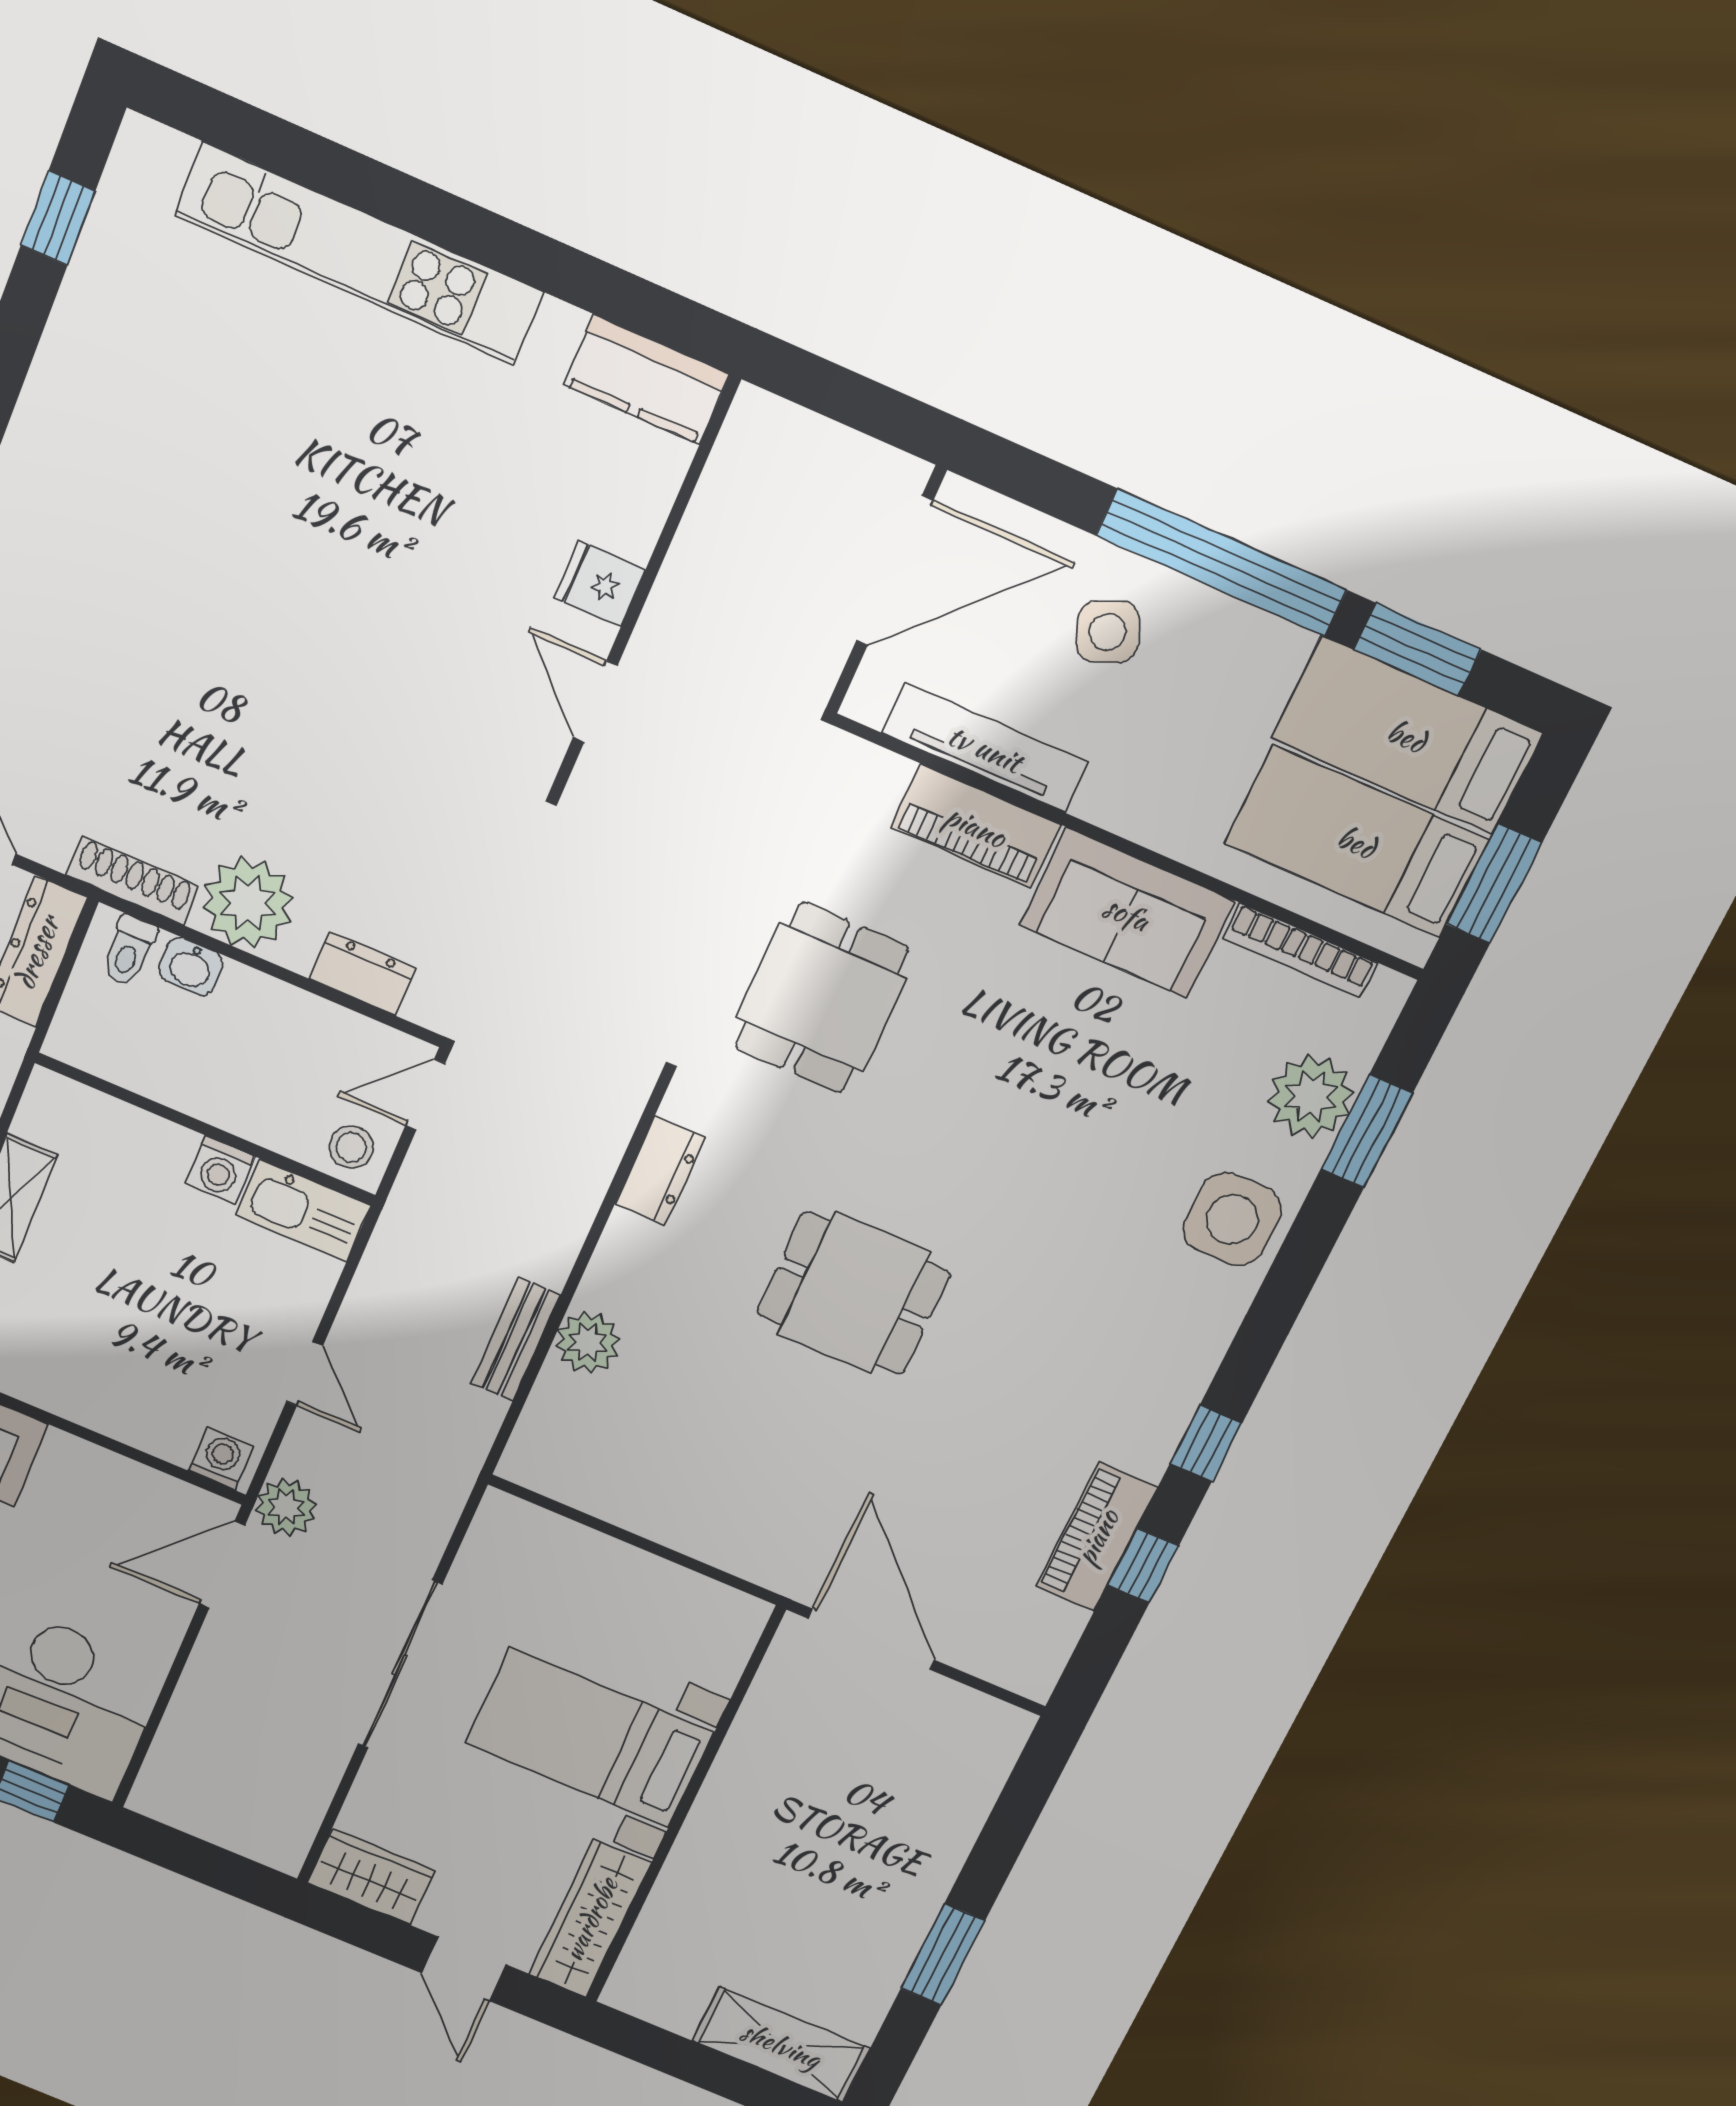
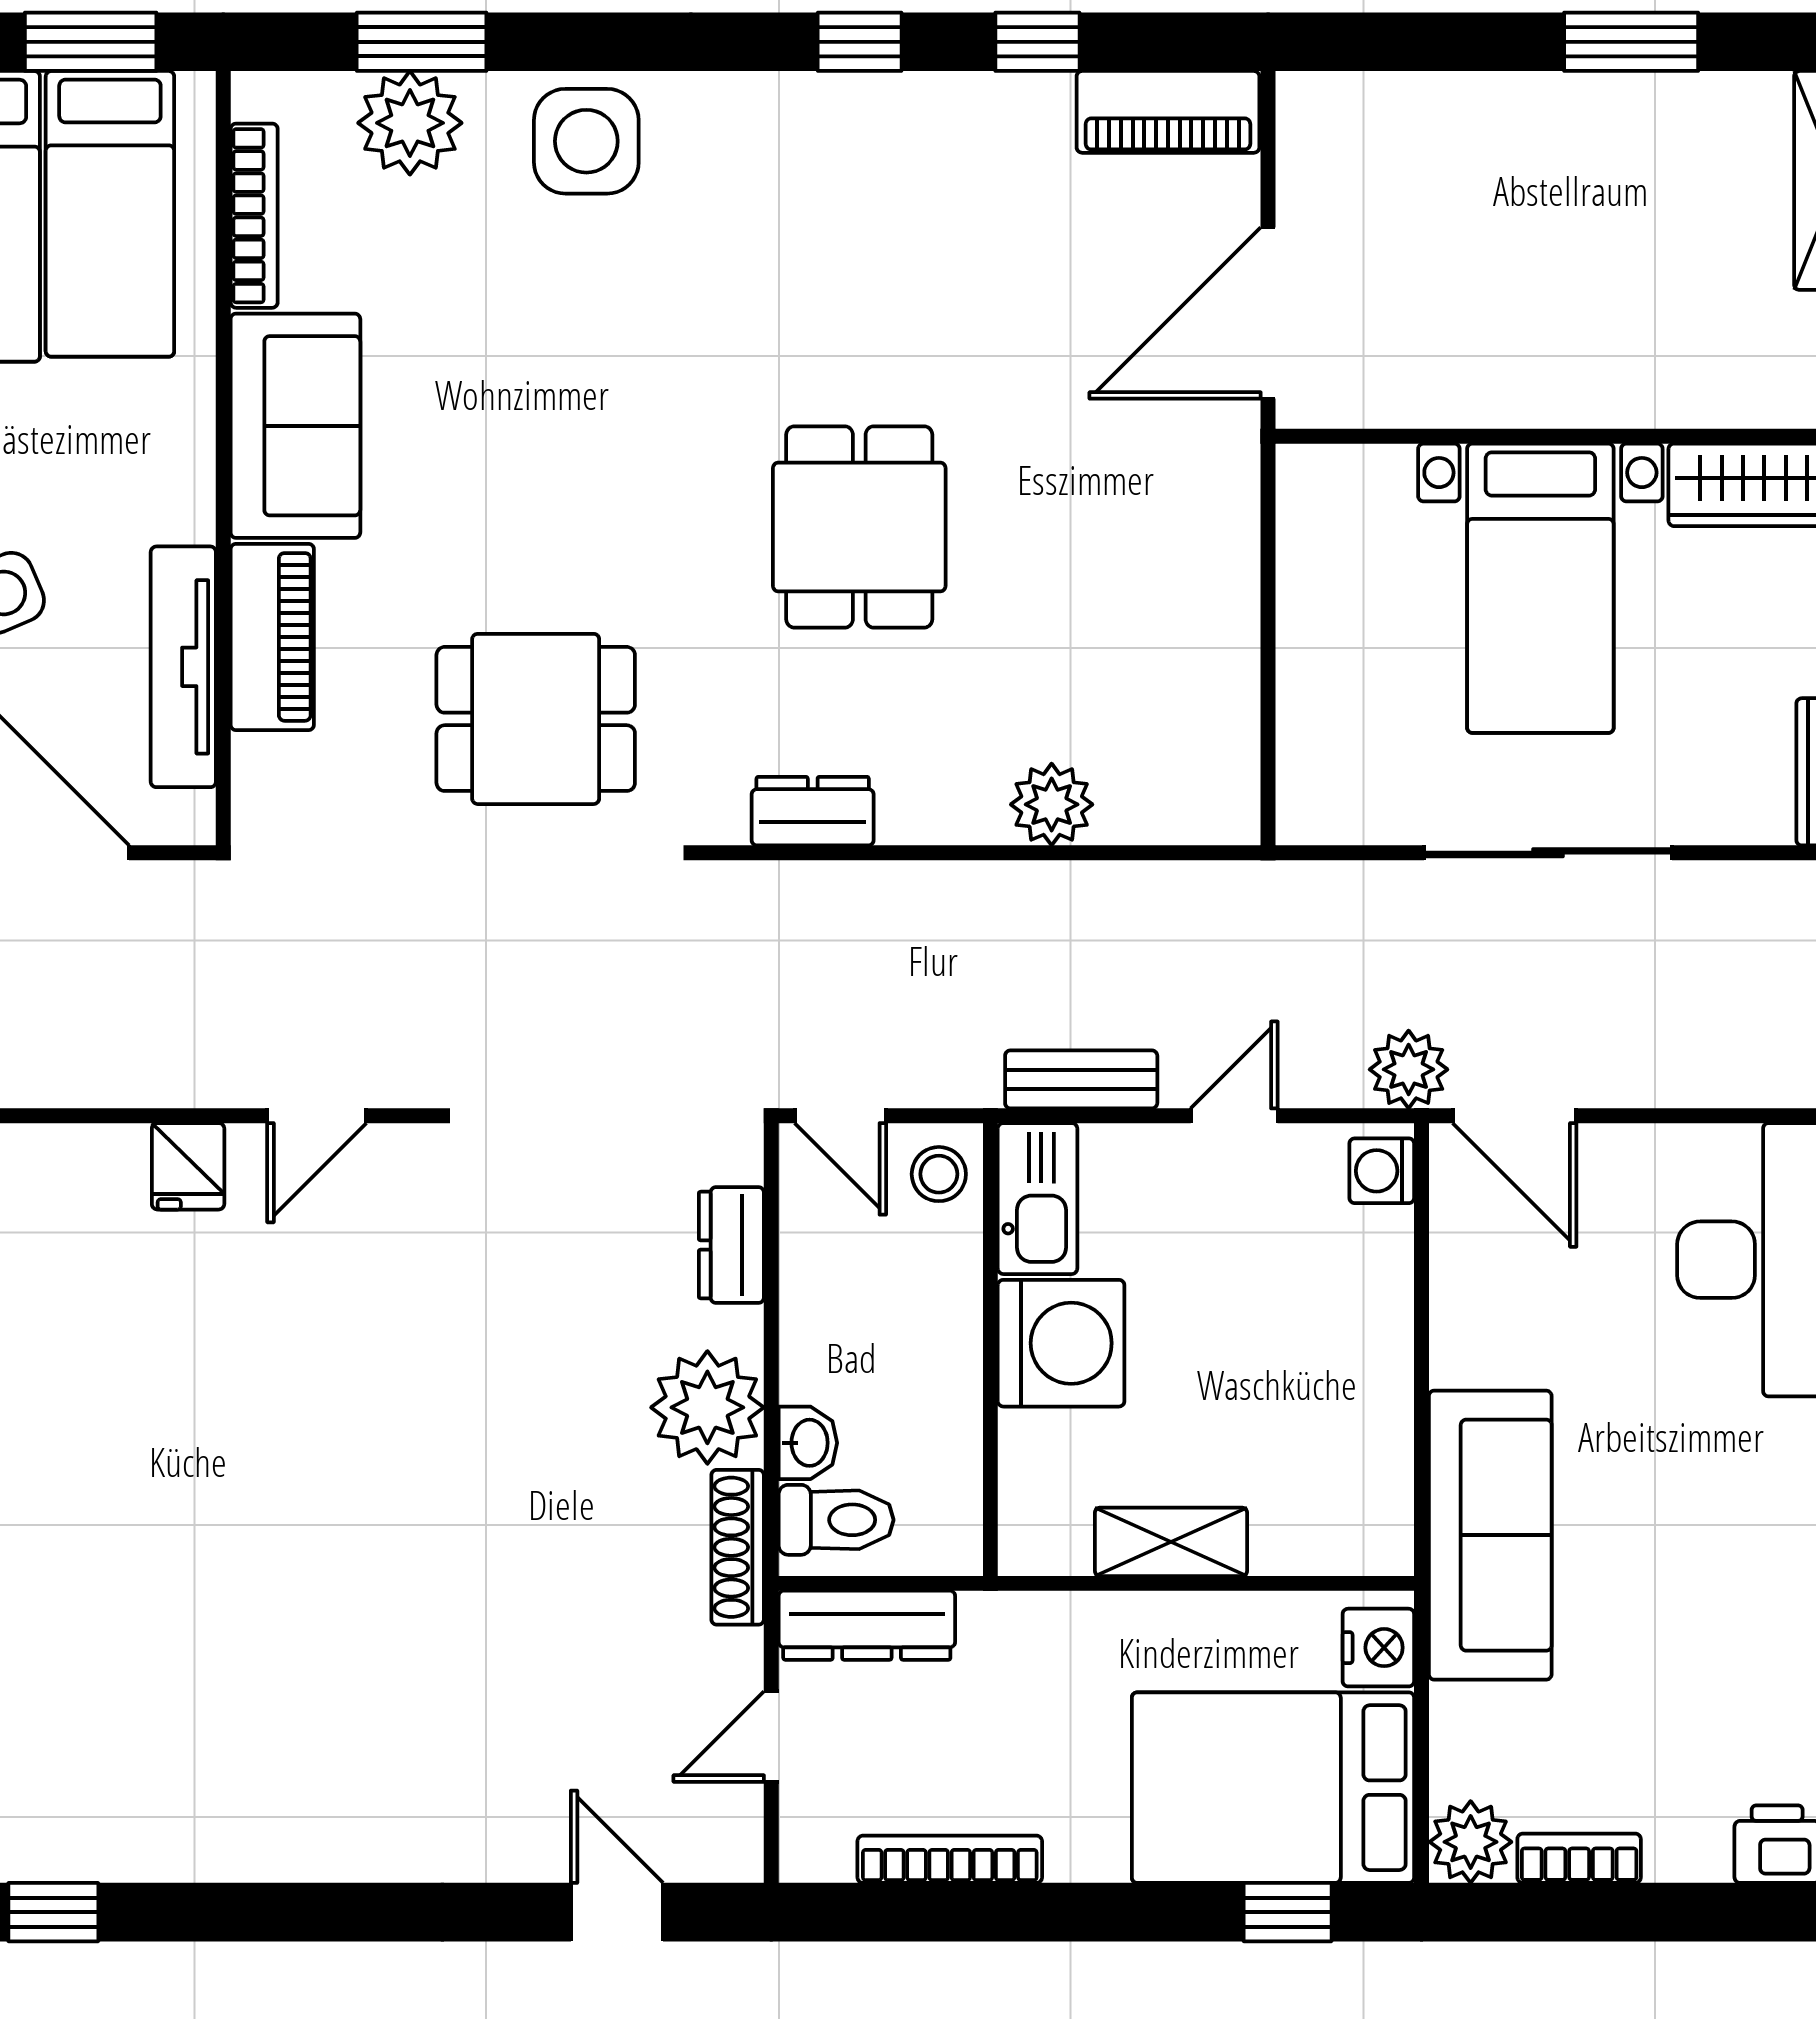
toilet: (129, 951) -> (836, 1520), width x1.37, depth x1.39
washing machine: (220, 1170) -> (1061, 1343), width x1.89, depth x1.89
bench: (515, 1339) -> (1081, 1079), moved
piano: (1097, 1537) -> (1168, 112), moved

